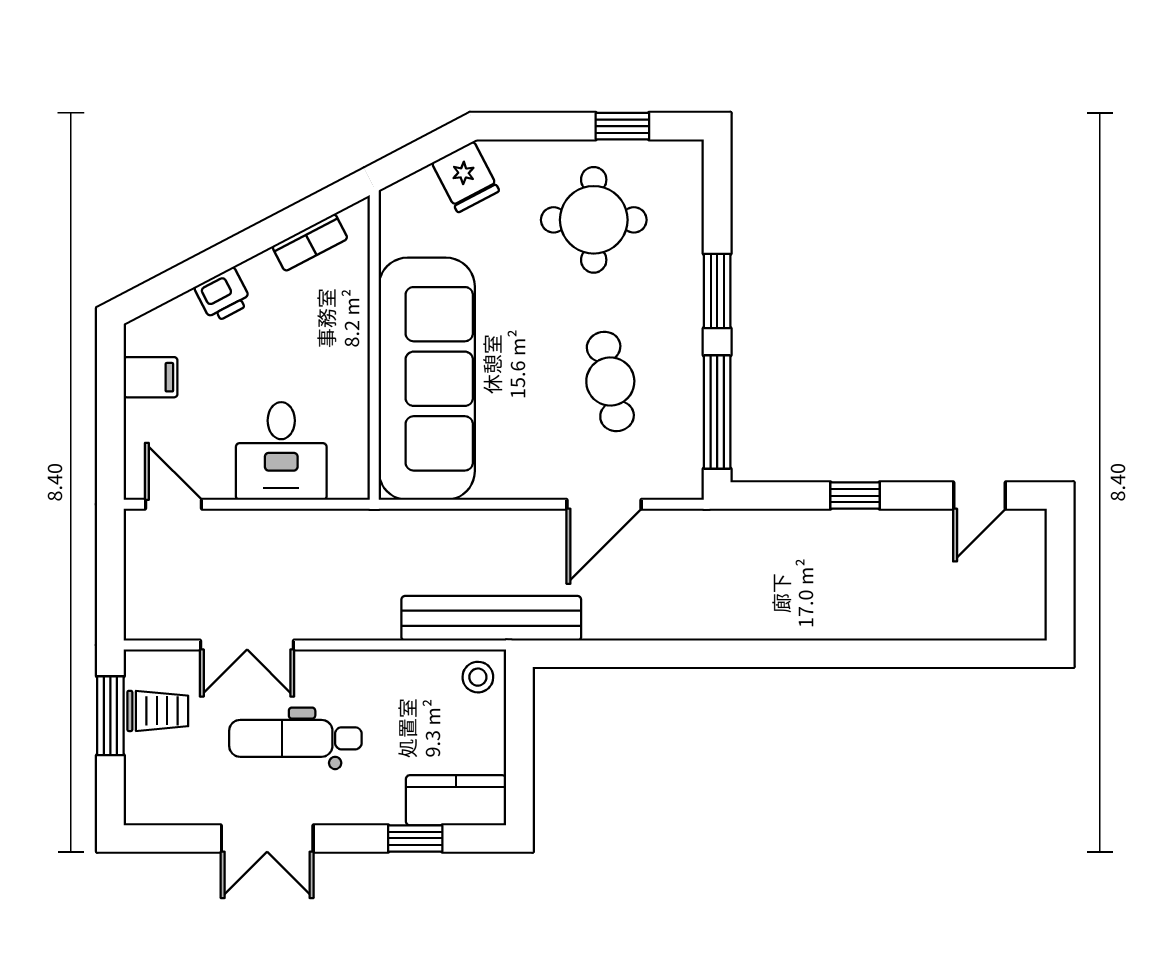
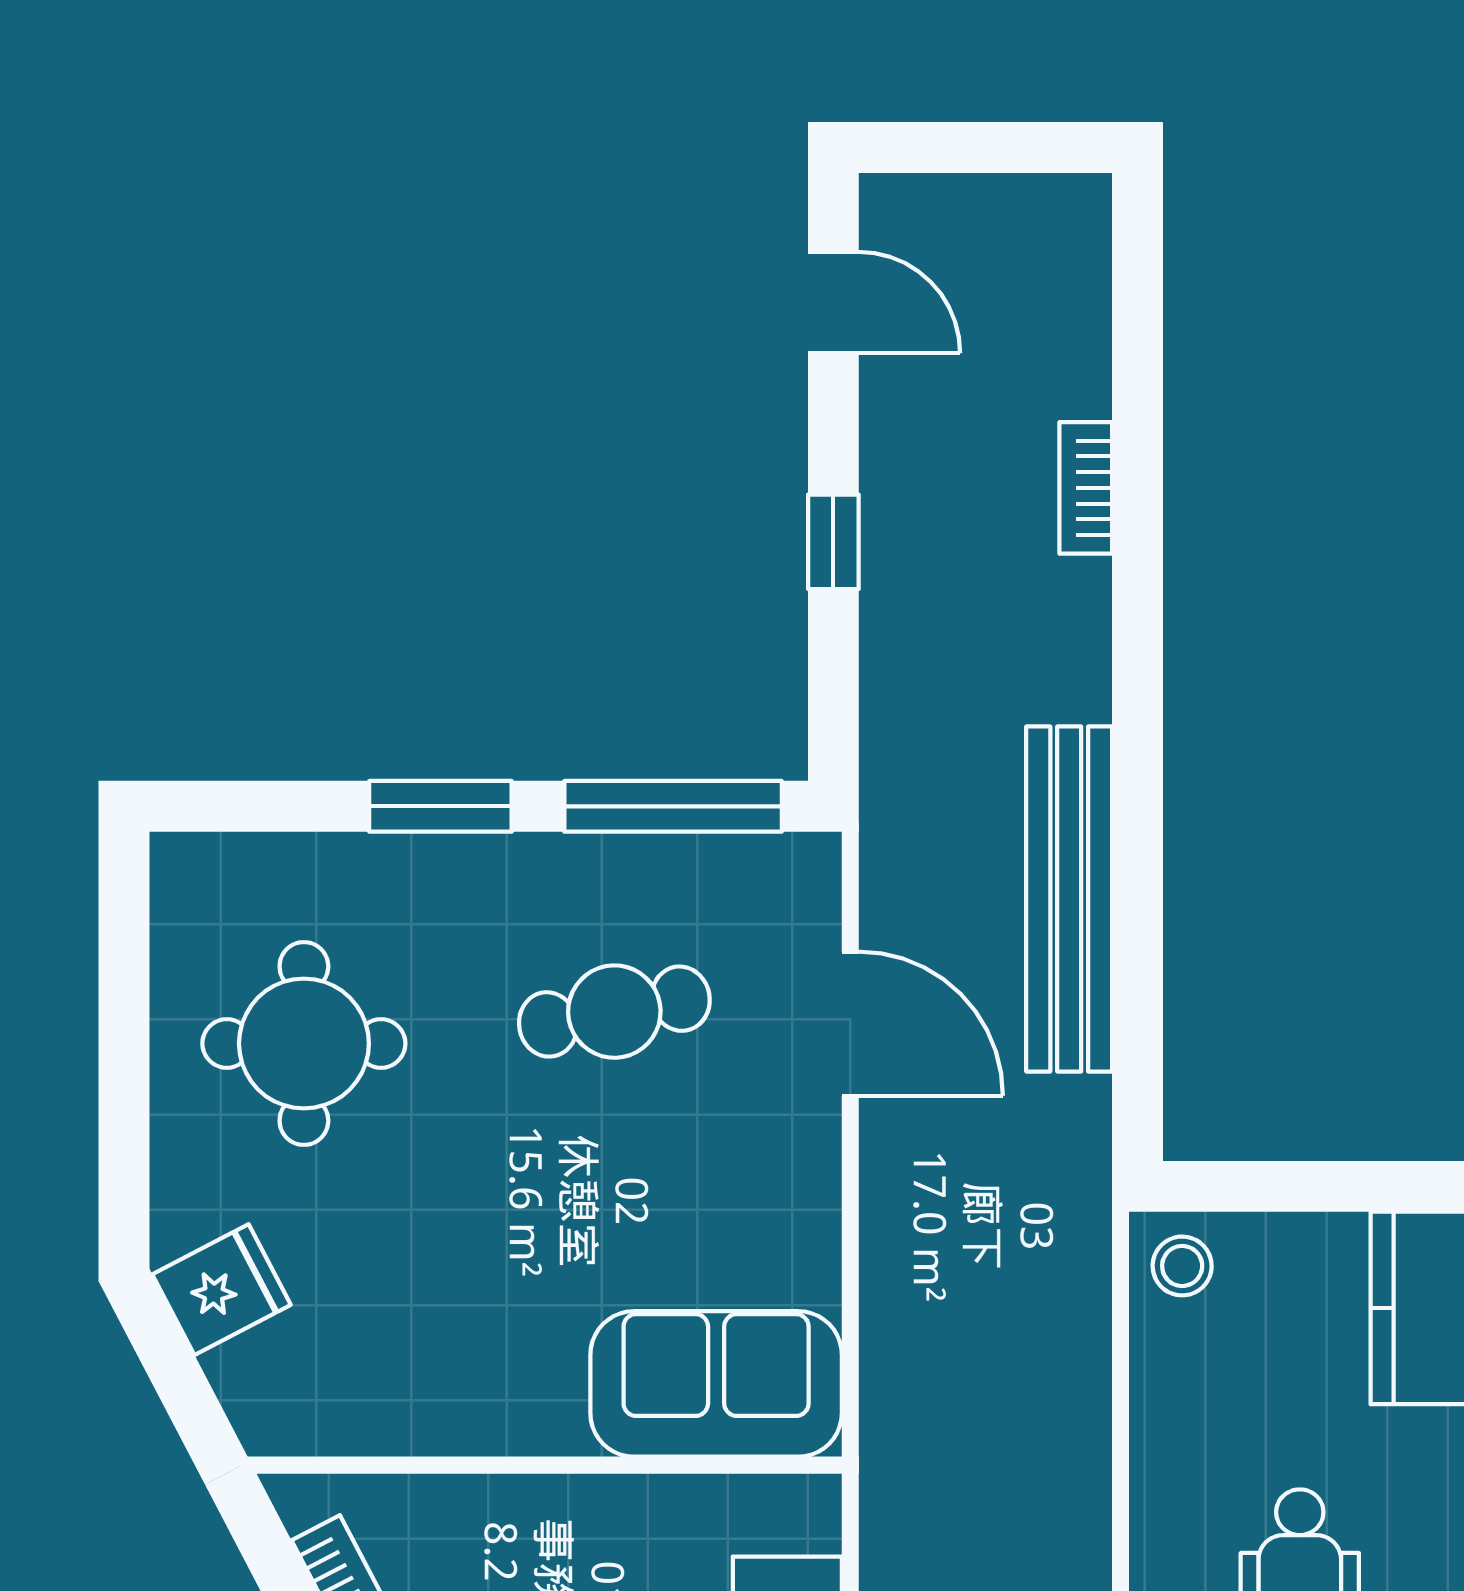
window: (622, 126) -> (124, 988), removed
sofa: (427, 379) -> (716, 1384), width x0.54, depth x0.79
bench: (491, 618) -> (1069, 899), moved
bookcase: (883, 627) -> (1086, 488), added

